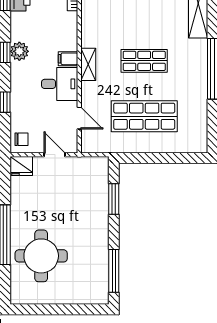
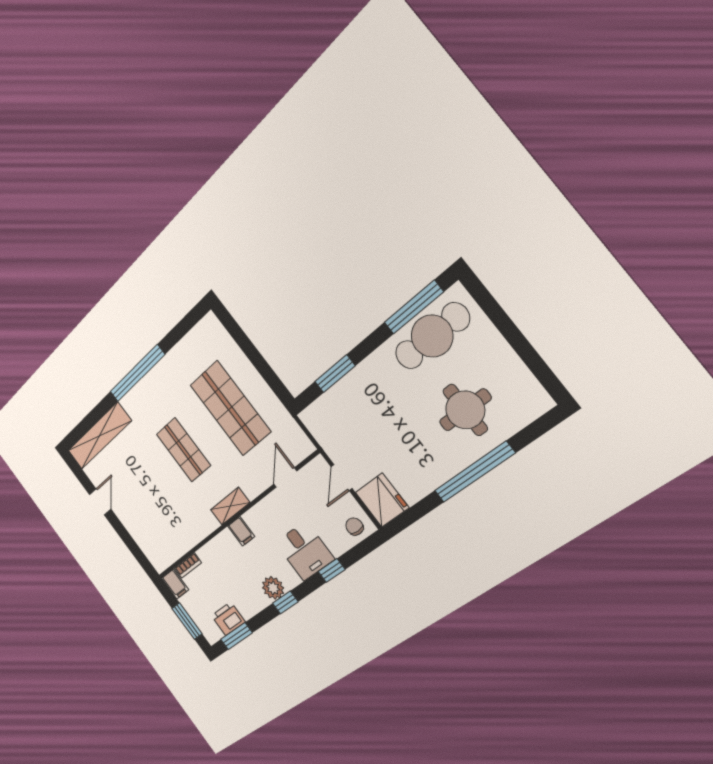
desk: (60, 84) -> (305, 551), moved, turned 180
fridge: (21, 166) -> (382, 500), width x1.36, depth x1.34
round table: (41, 256) -> (465, 410), width x0.73, depth x0.73
cafe table: (92, 269) -> (432, 336), added

